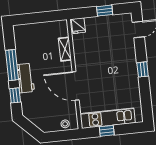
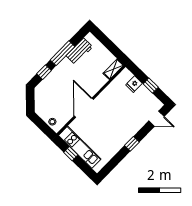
fridge: (78, 26) -> (134, 84), moved
shelving: (65, 49) -> (113, 69), moved
workbench: (26, 78) -> (79, 51), moved

